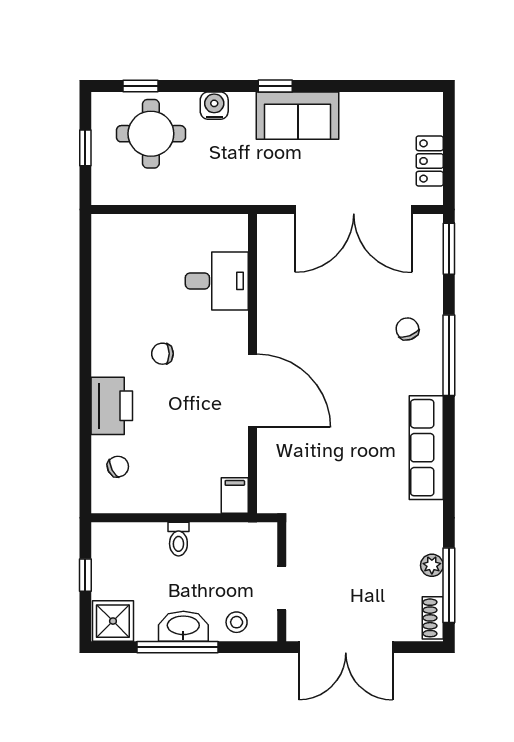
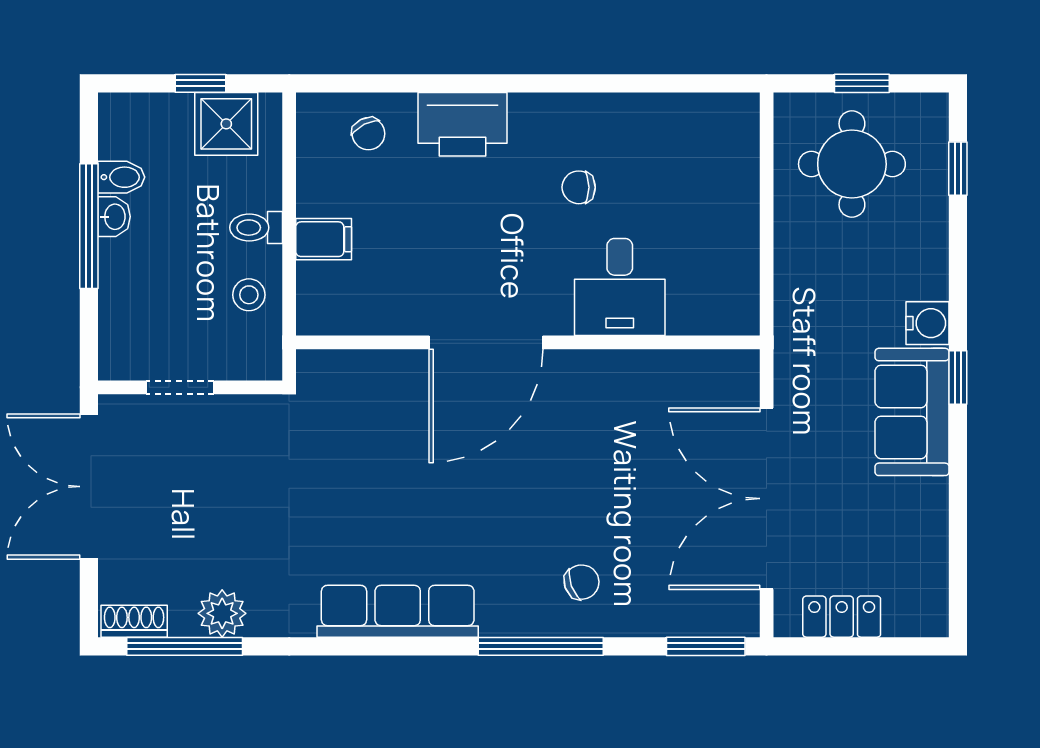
water cooler: (214, 106) -> (927, 323), moved
round table: (151, 134) -> (852, 164), moved
desk: (217, 281) -> (620, 287), moved
chair: (162, 354) -> (579, 187), moved, turned -90
filing cabinet: (235, 495) -> (324, 239), moved
plant: (432, 565) -> (222, 613), width x1.38, depth x1.38
shower: (113, 621) -> (226, 124), moved
stool: (237, 622) -> (249, 295), moved
bidet: (146, 626) -> (121, 177), added
washbasin: (183, 626) -> (114, 217), width x0.52, depth x0.69

